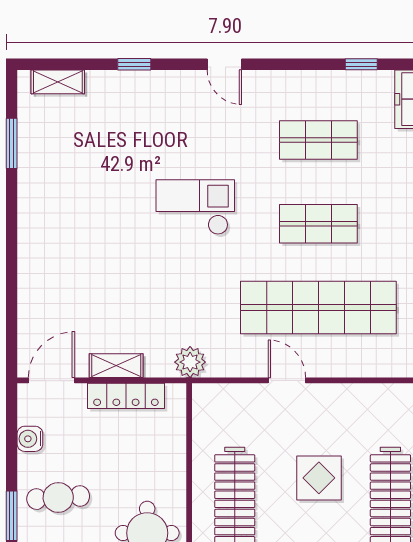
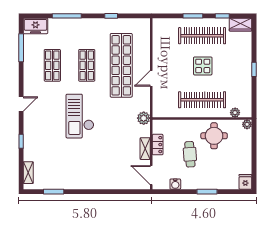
window: (361, 64) -> (21, 48), width x2.17
checkout: (195, 207) -> (80, 116), width x1.36, depth x1.21
locker: (126, 396) -> (158, 145), width x0.66
display table: (319, 478) -> (203, 66), moved
cafe table: (58, 498) -> (190, 154), moved

